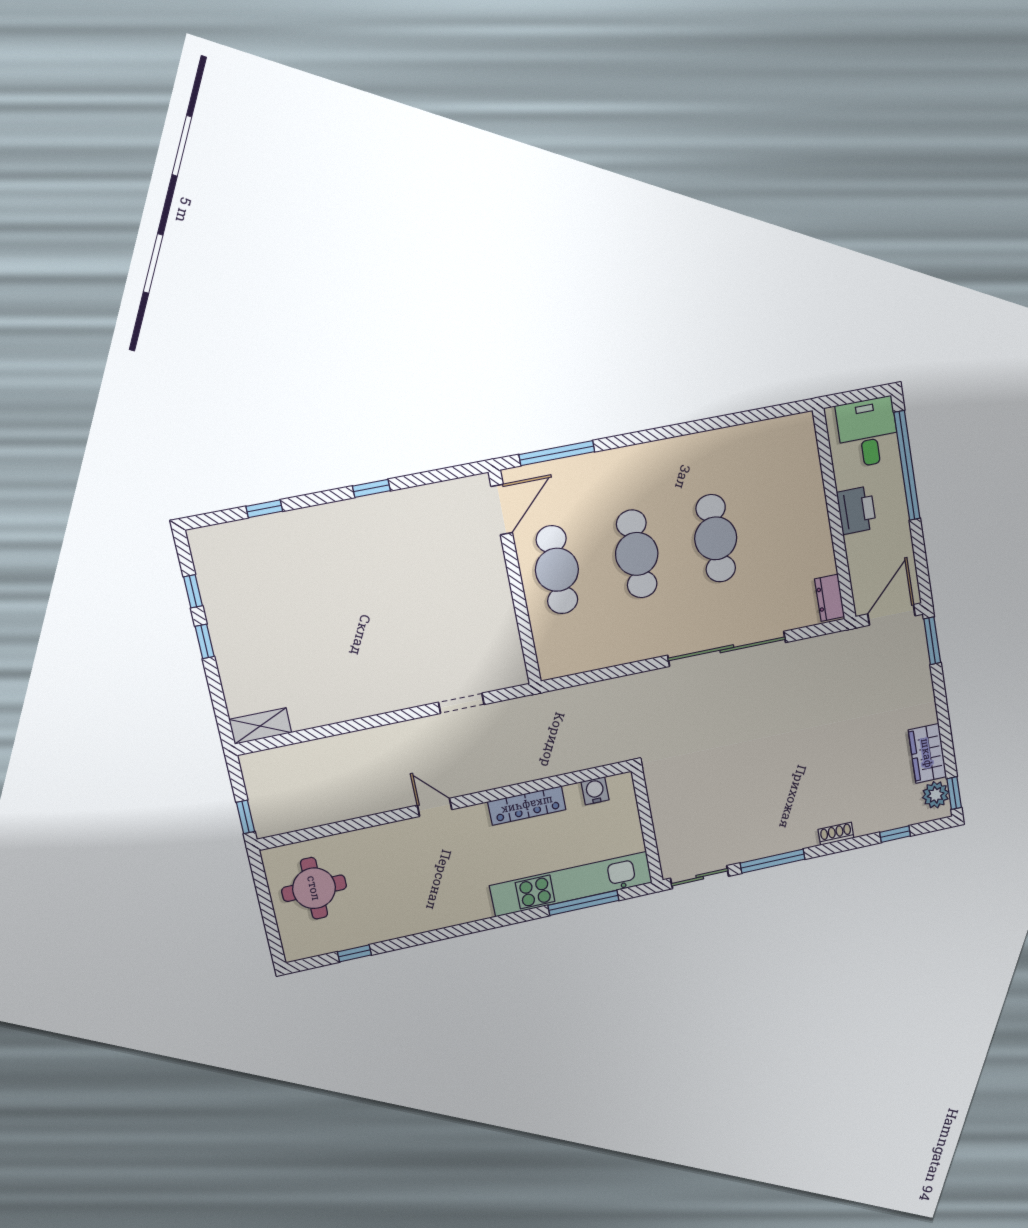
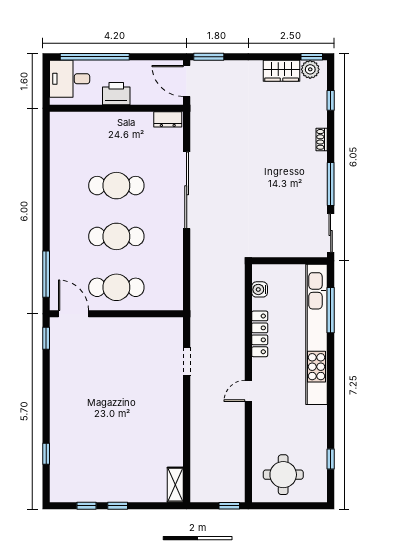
window: (371, 488) -> (46, 338), moved
kitchen unit: (571, 884) -> (317, 334), width x1.36

